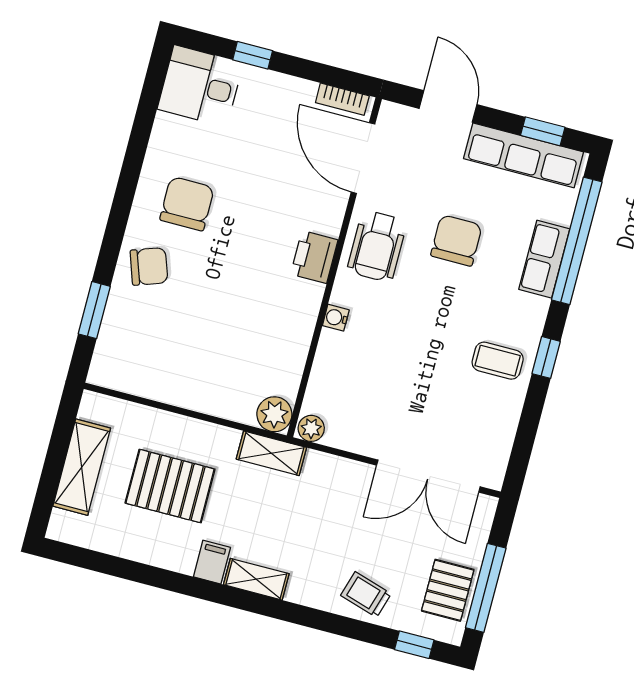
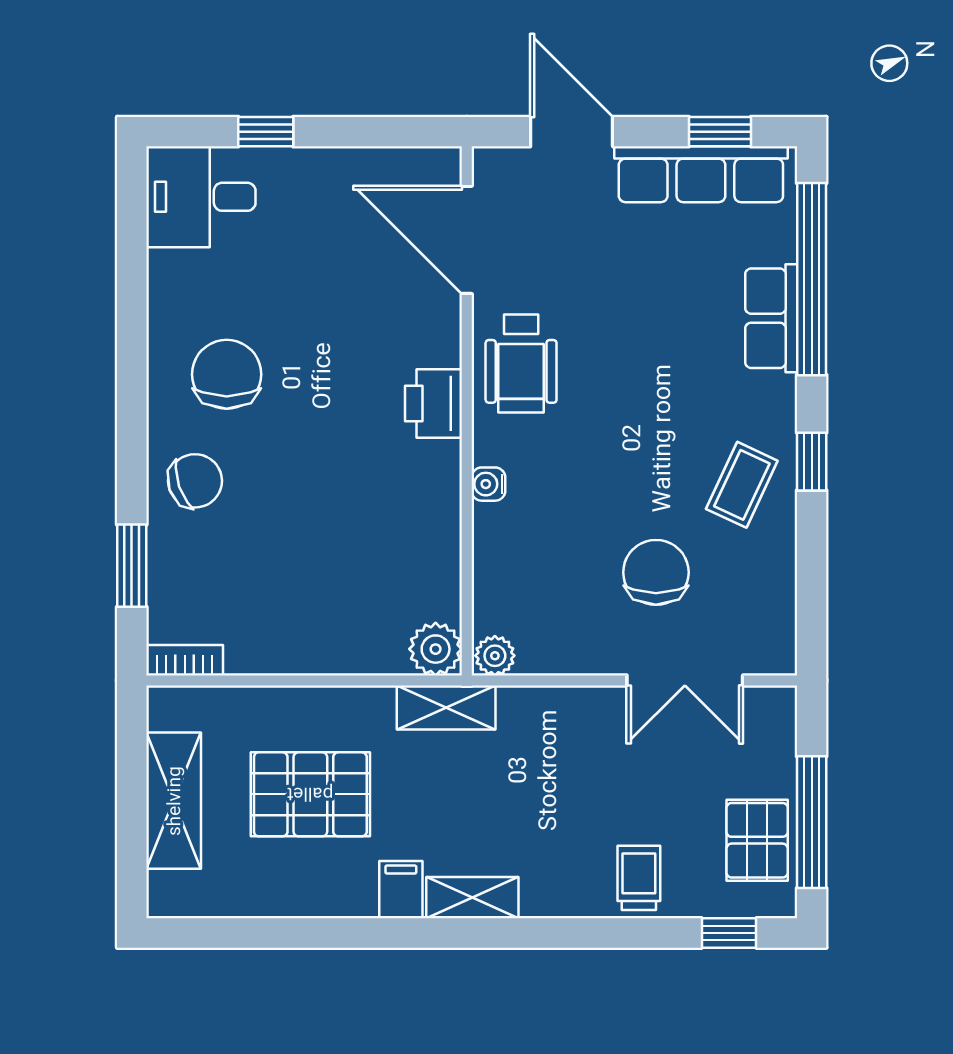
bookcase: (342, 99) -> (185, 660), moved, turned 180
chair: (456, 240) -> (656, 572), moved
coffee table: (498, 361) -> (742, 485), turned -65
double door: (428, 476) -> (685, 680), width x0.73
trolley: (366, 594) -> (639, 878), turned 73

